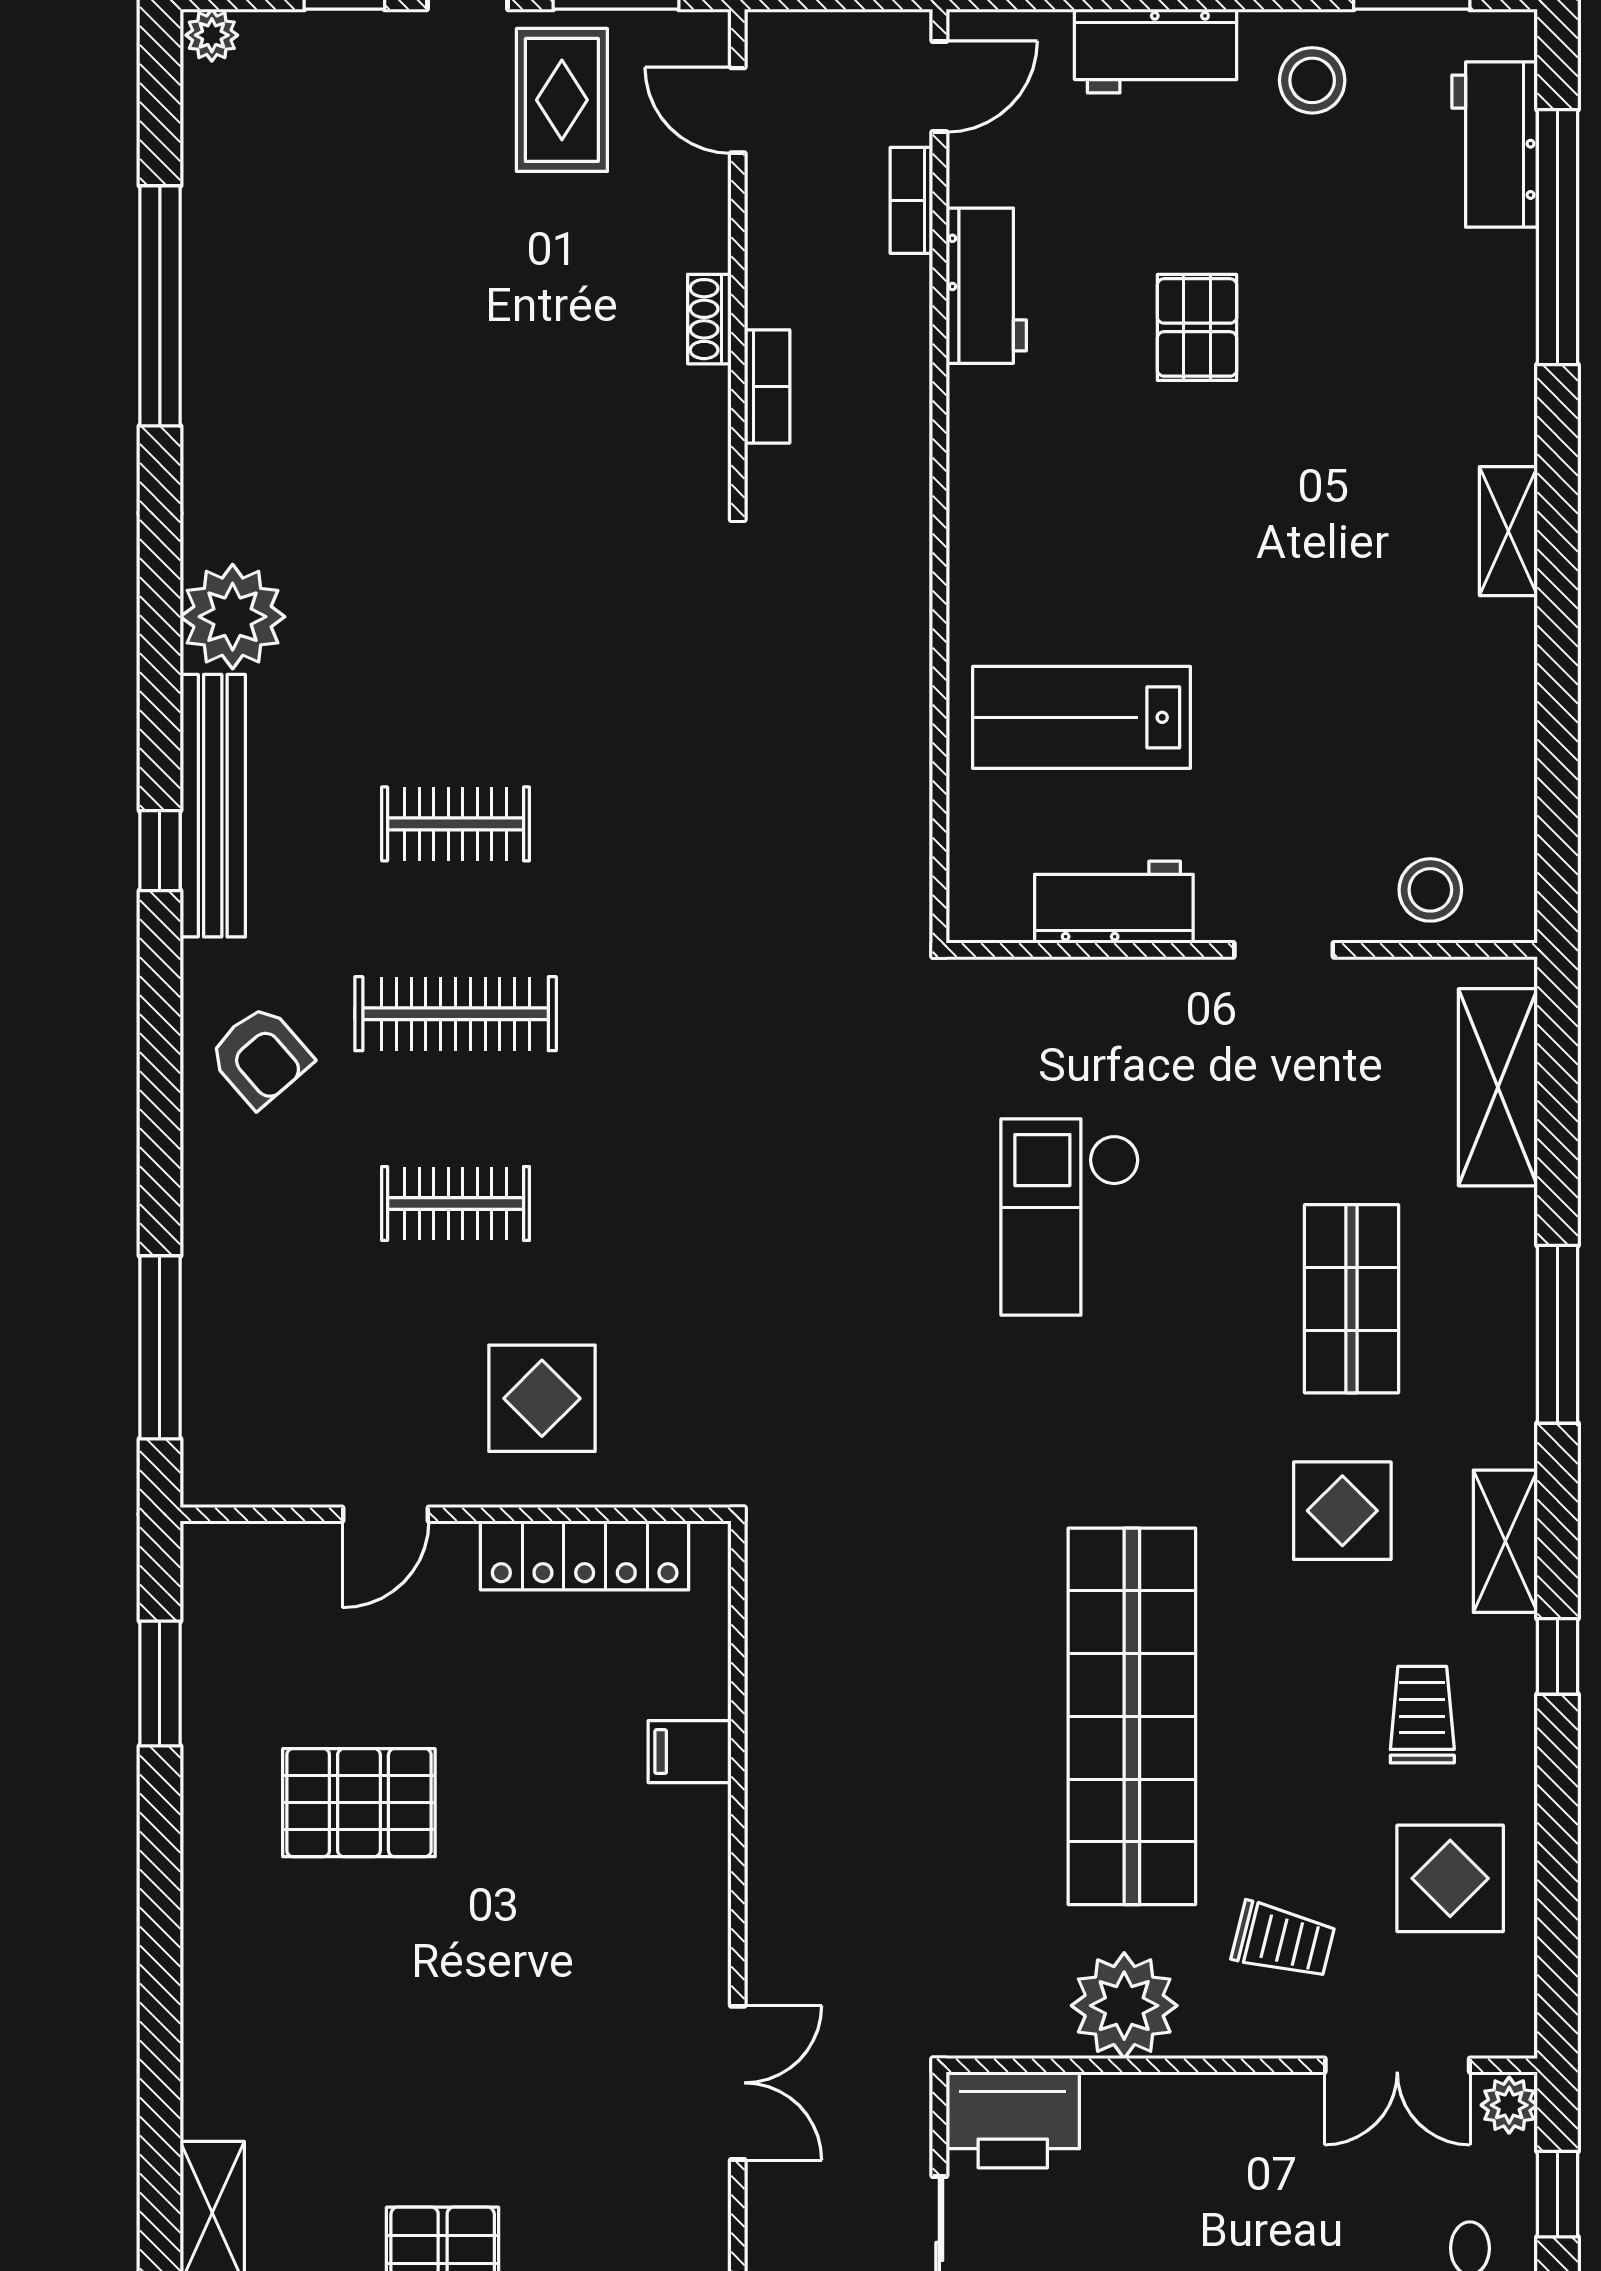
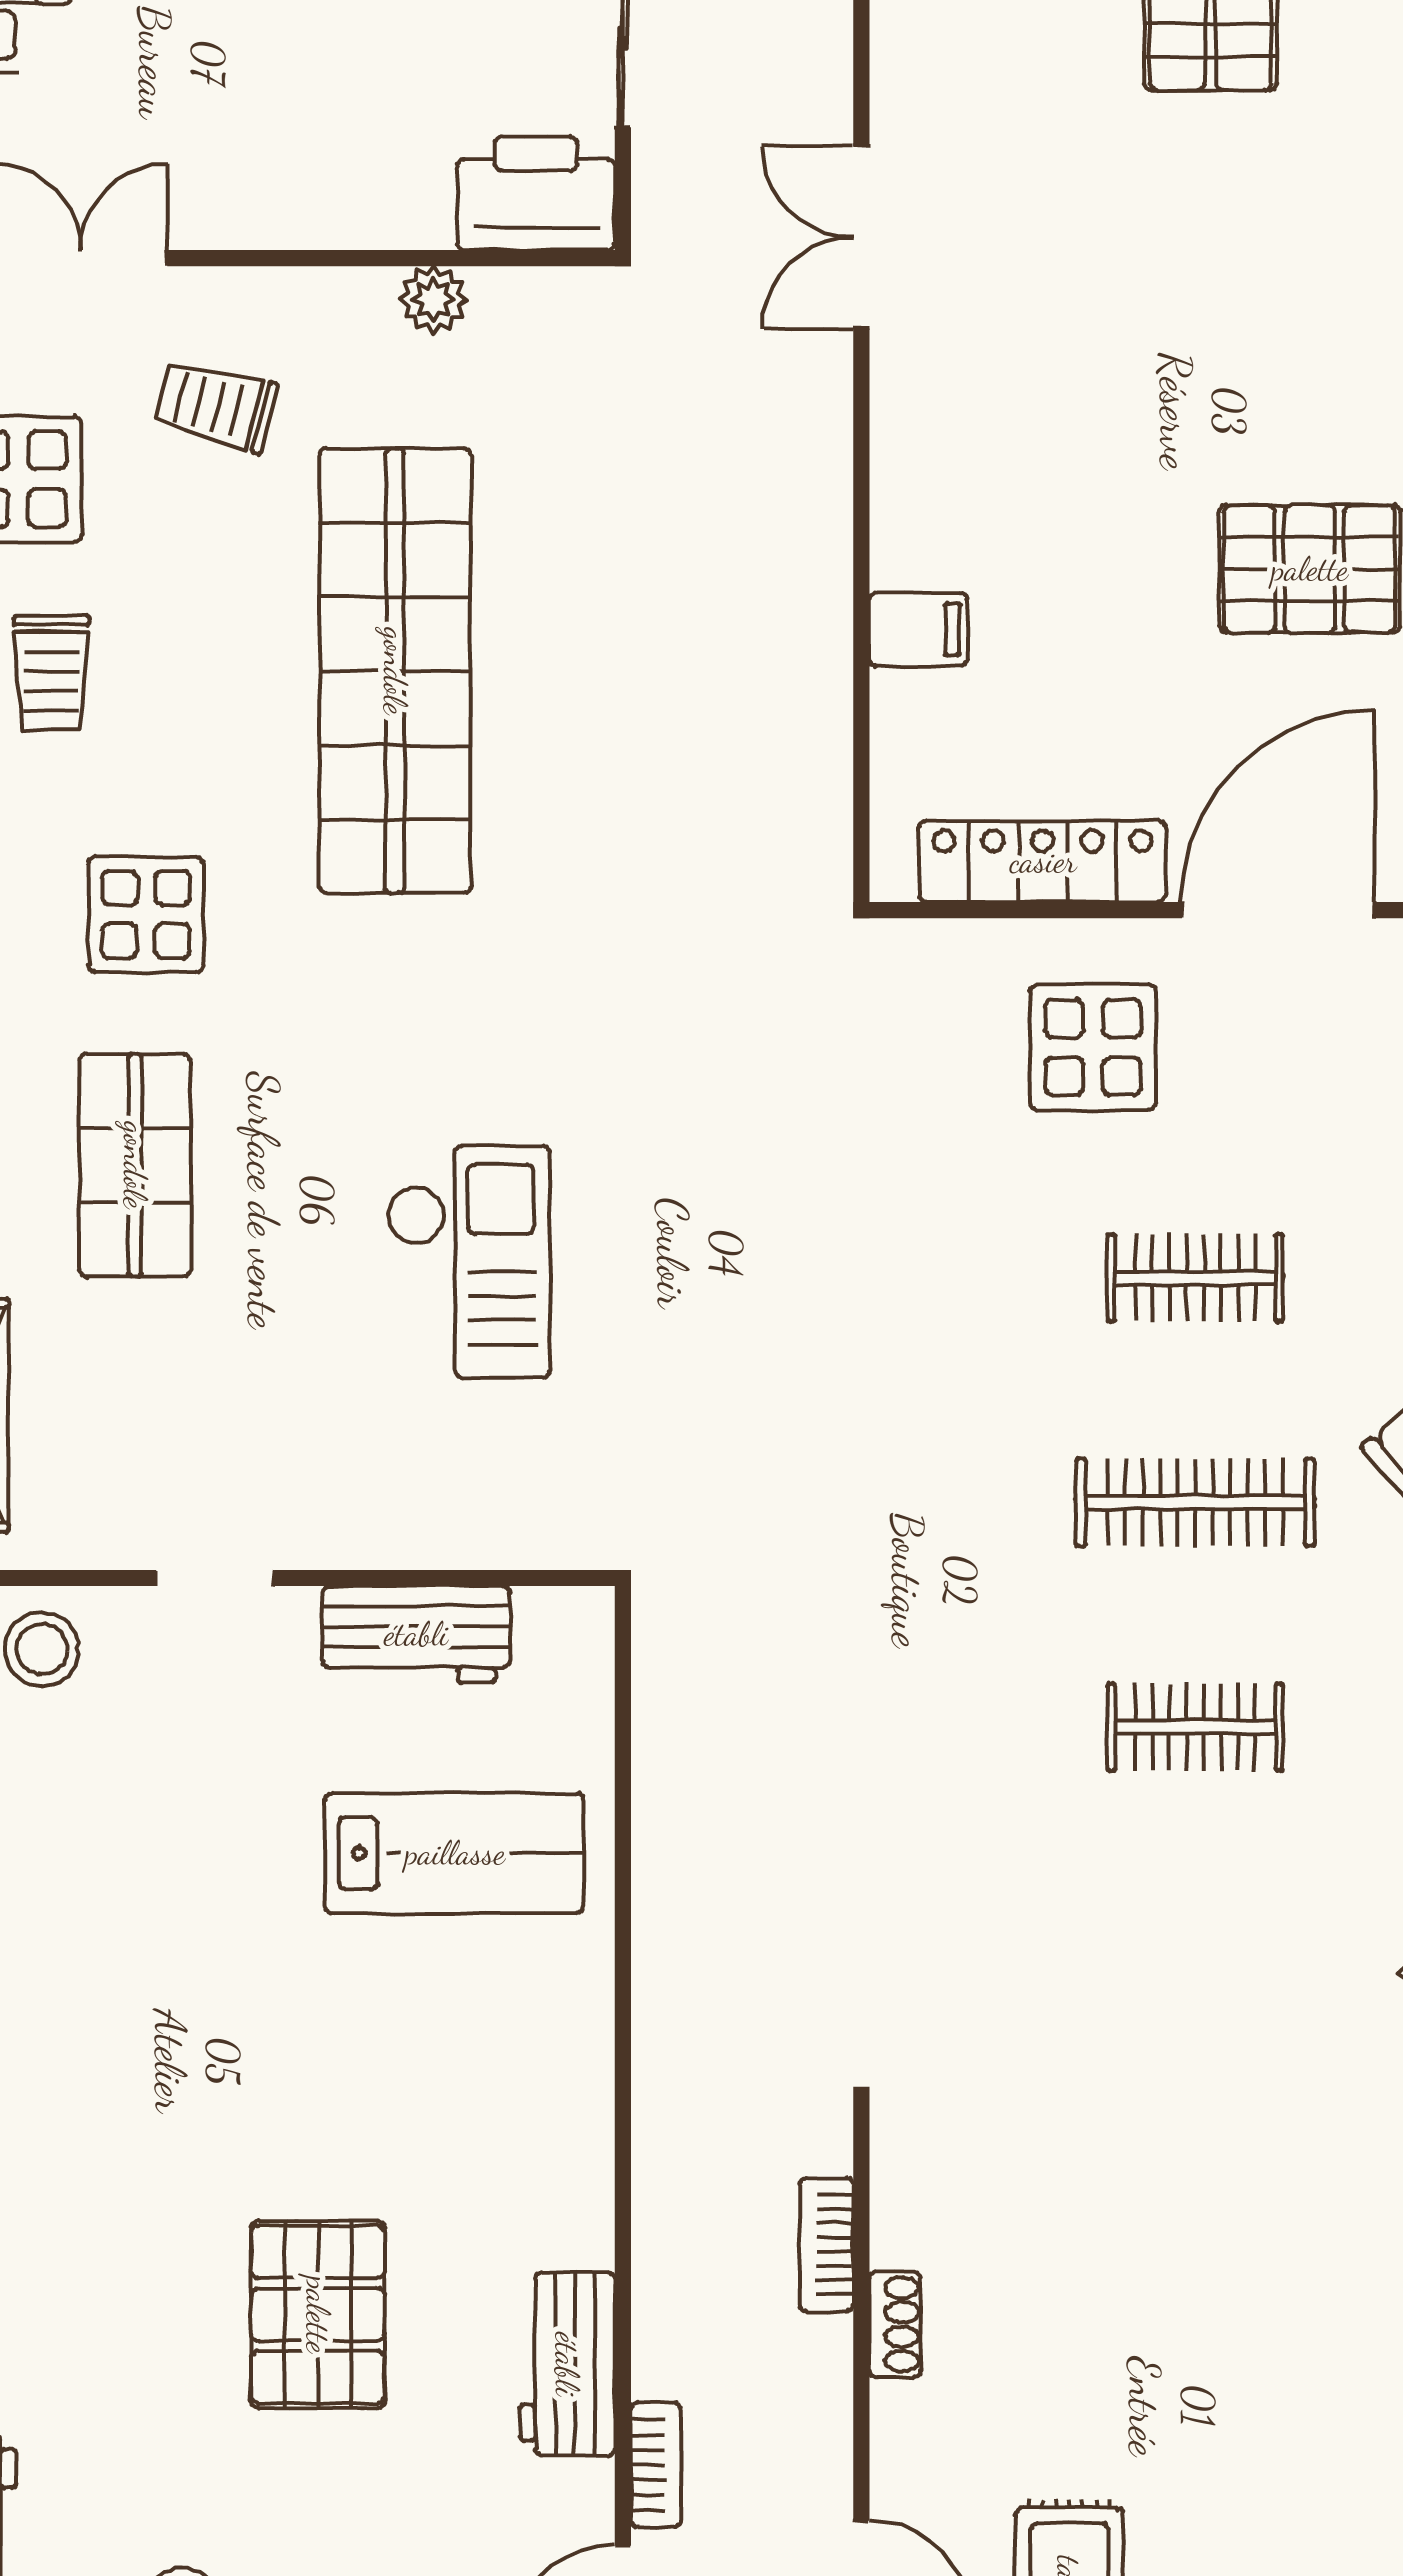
pallet: (1197, 327) -> (318, 2315), width x1.50, depth x1.42
door: (386, 1514) -> (1278, 910), width x1.88
plant: (1124, 2006) -> (433, 300), width x0.53, depth x0.53

